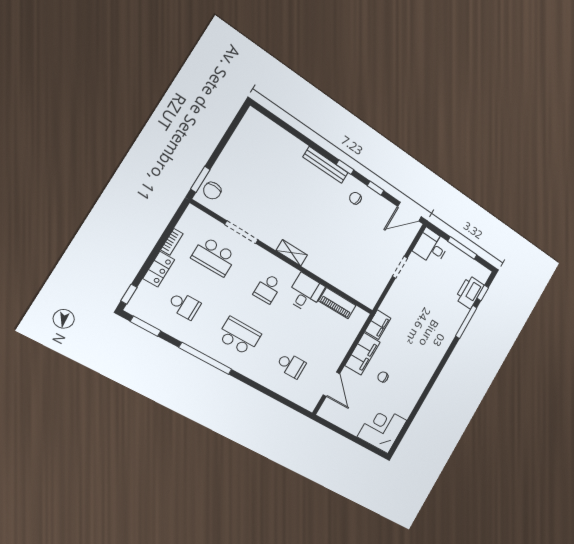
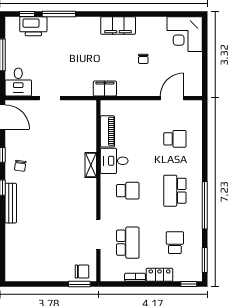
shelving: (292, 253) -> (91, 165), moved
filing cabinet: (362, 354) -> (118, 25), moved, turned 180
school desk: (291, 365) -> (175, 139), turned 90

